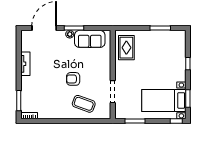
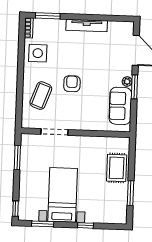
rug: (126, 48) -> (117, 168), moved, turned 90
tv unit: (25, 64) -> (87, 25), width x1.41
bed with nightstands: (164, 100) -> (63, 195), moved
side table: (49, 108) -> (38, 53), added

